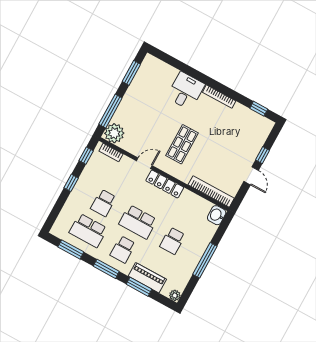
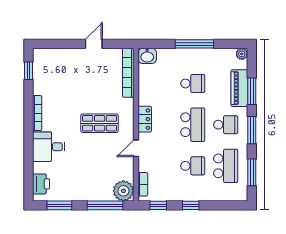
printer: (158, 67) -> (41, 184), added
window: (263, 155) -> (69, 44), removed
door: (144, 163) -> (136, 148), hinge flipped
locker: (165, 184) -> (145, 119), width x0.66

